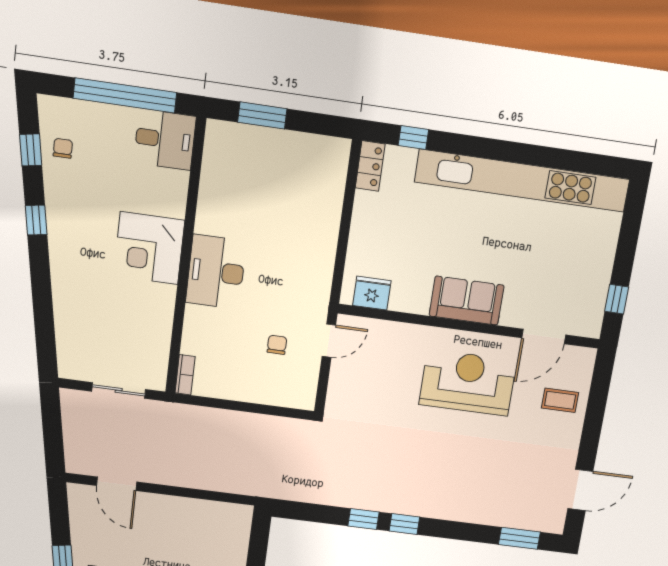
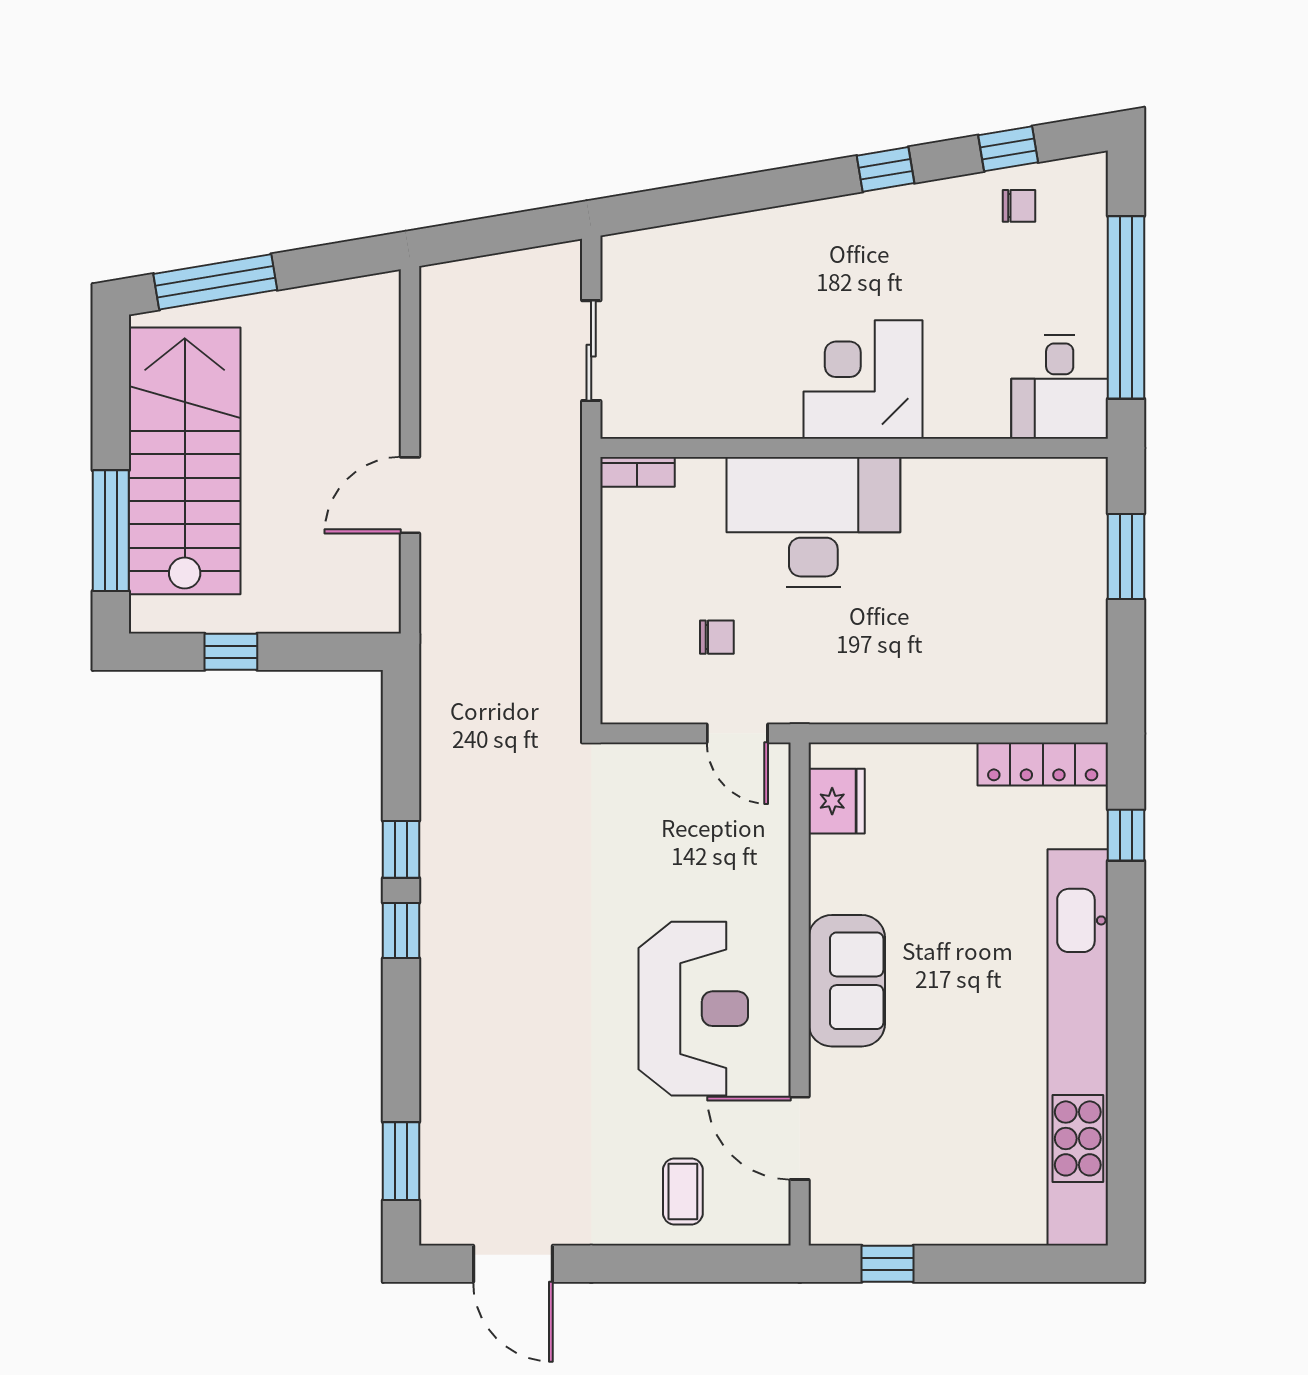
locker: (370, 166) -> (1043, 764), width x1.53
desk: (216, 272) -> (813, 522), width x1.36, depth x1.30
door: (117, 484) -> (410, 495), moved

